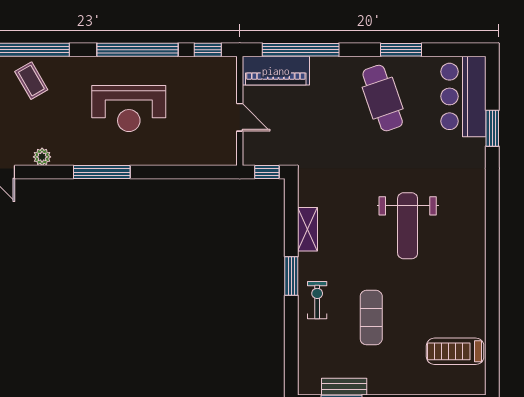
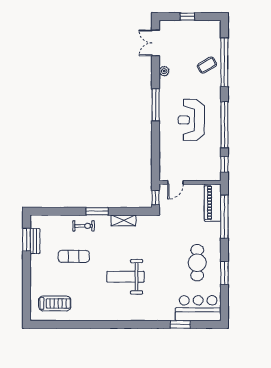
cafe table: (383, 98) -> (197, 263), turned -71
door: (240, 117) -> (176, 182), moved
treadmill: (455, 351) -> (55, 303), turned 90

